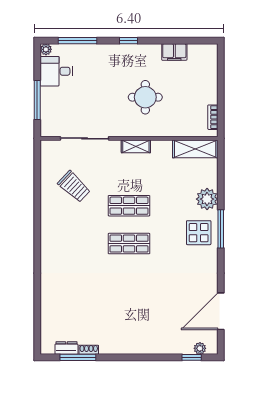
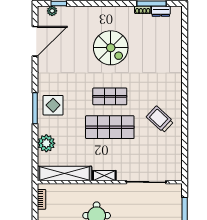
shelving: (195, 149) -> (65, 173), width x1.47
trolley: (74, 187) -> (160, 119), moved
plant: (207, 199) -> (46, 143), moved
shop shelf: (129, 206) -> (110, 127), width x1.43, depth x1.36
spiral stairs: (128, 303) -> (111, 48), added

